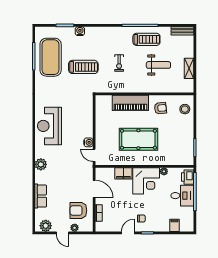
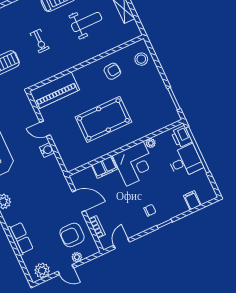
piano: (130, 103) -> (55, 91), moved
door: (94, 155) -> (45, 129), moved
door: (128, 233) -> (122, 244), moved

